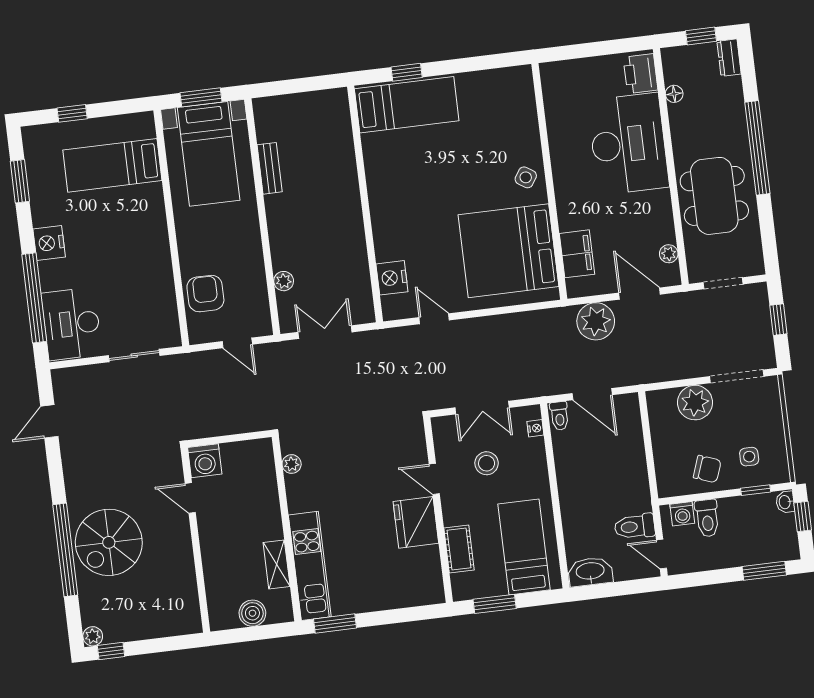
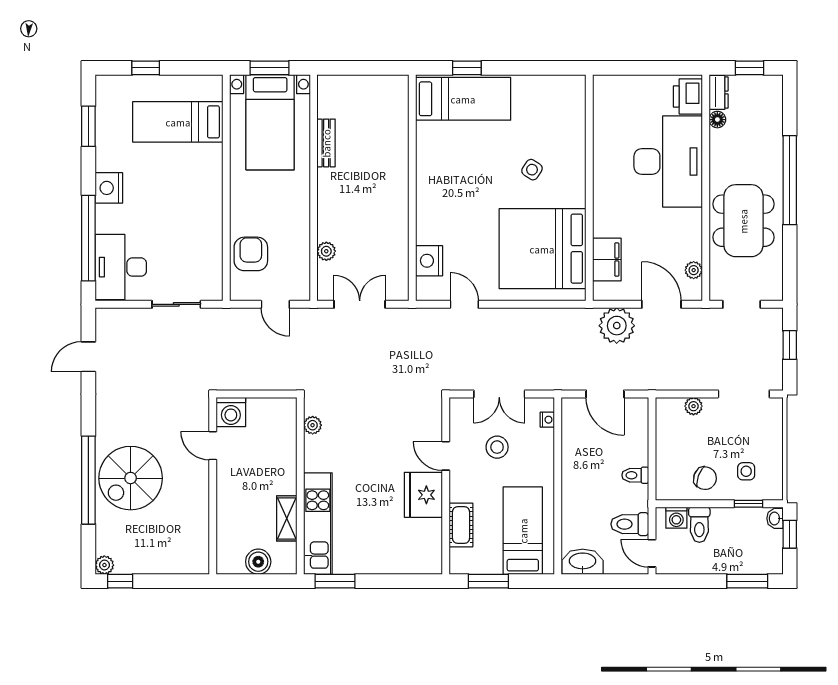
dresser: (729, 58) -> (719, 92), moved, turned 180
side table: (526, 177) -> (532, 170), moved
plant: (695, 403) -> (693, 406), width x0.53, depth x0.53
toilet: (559, 416) -> (635, 475), moved, turned 90

